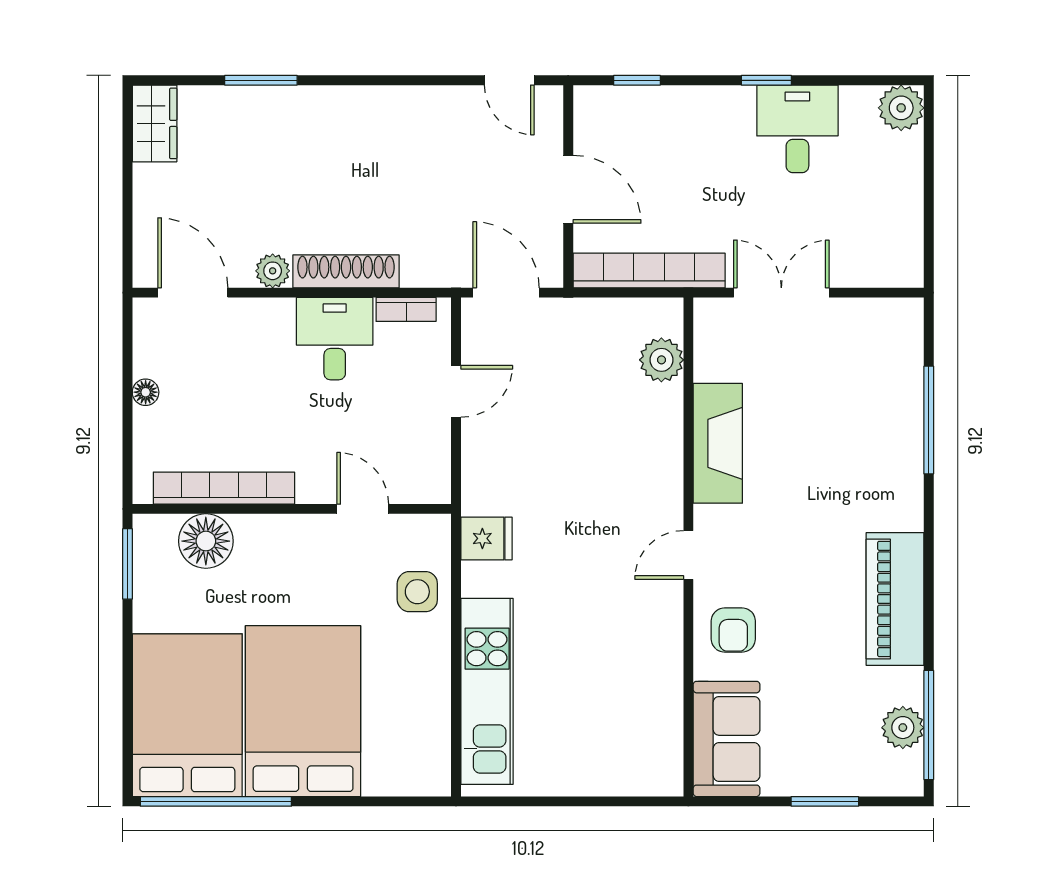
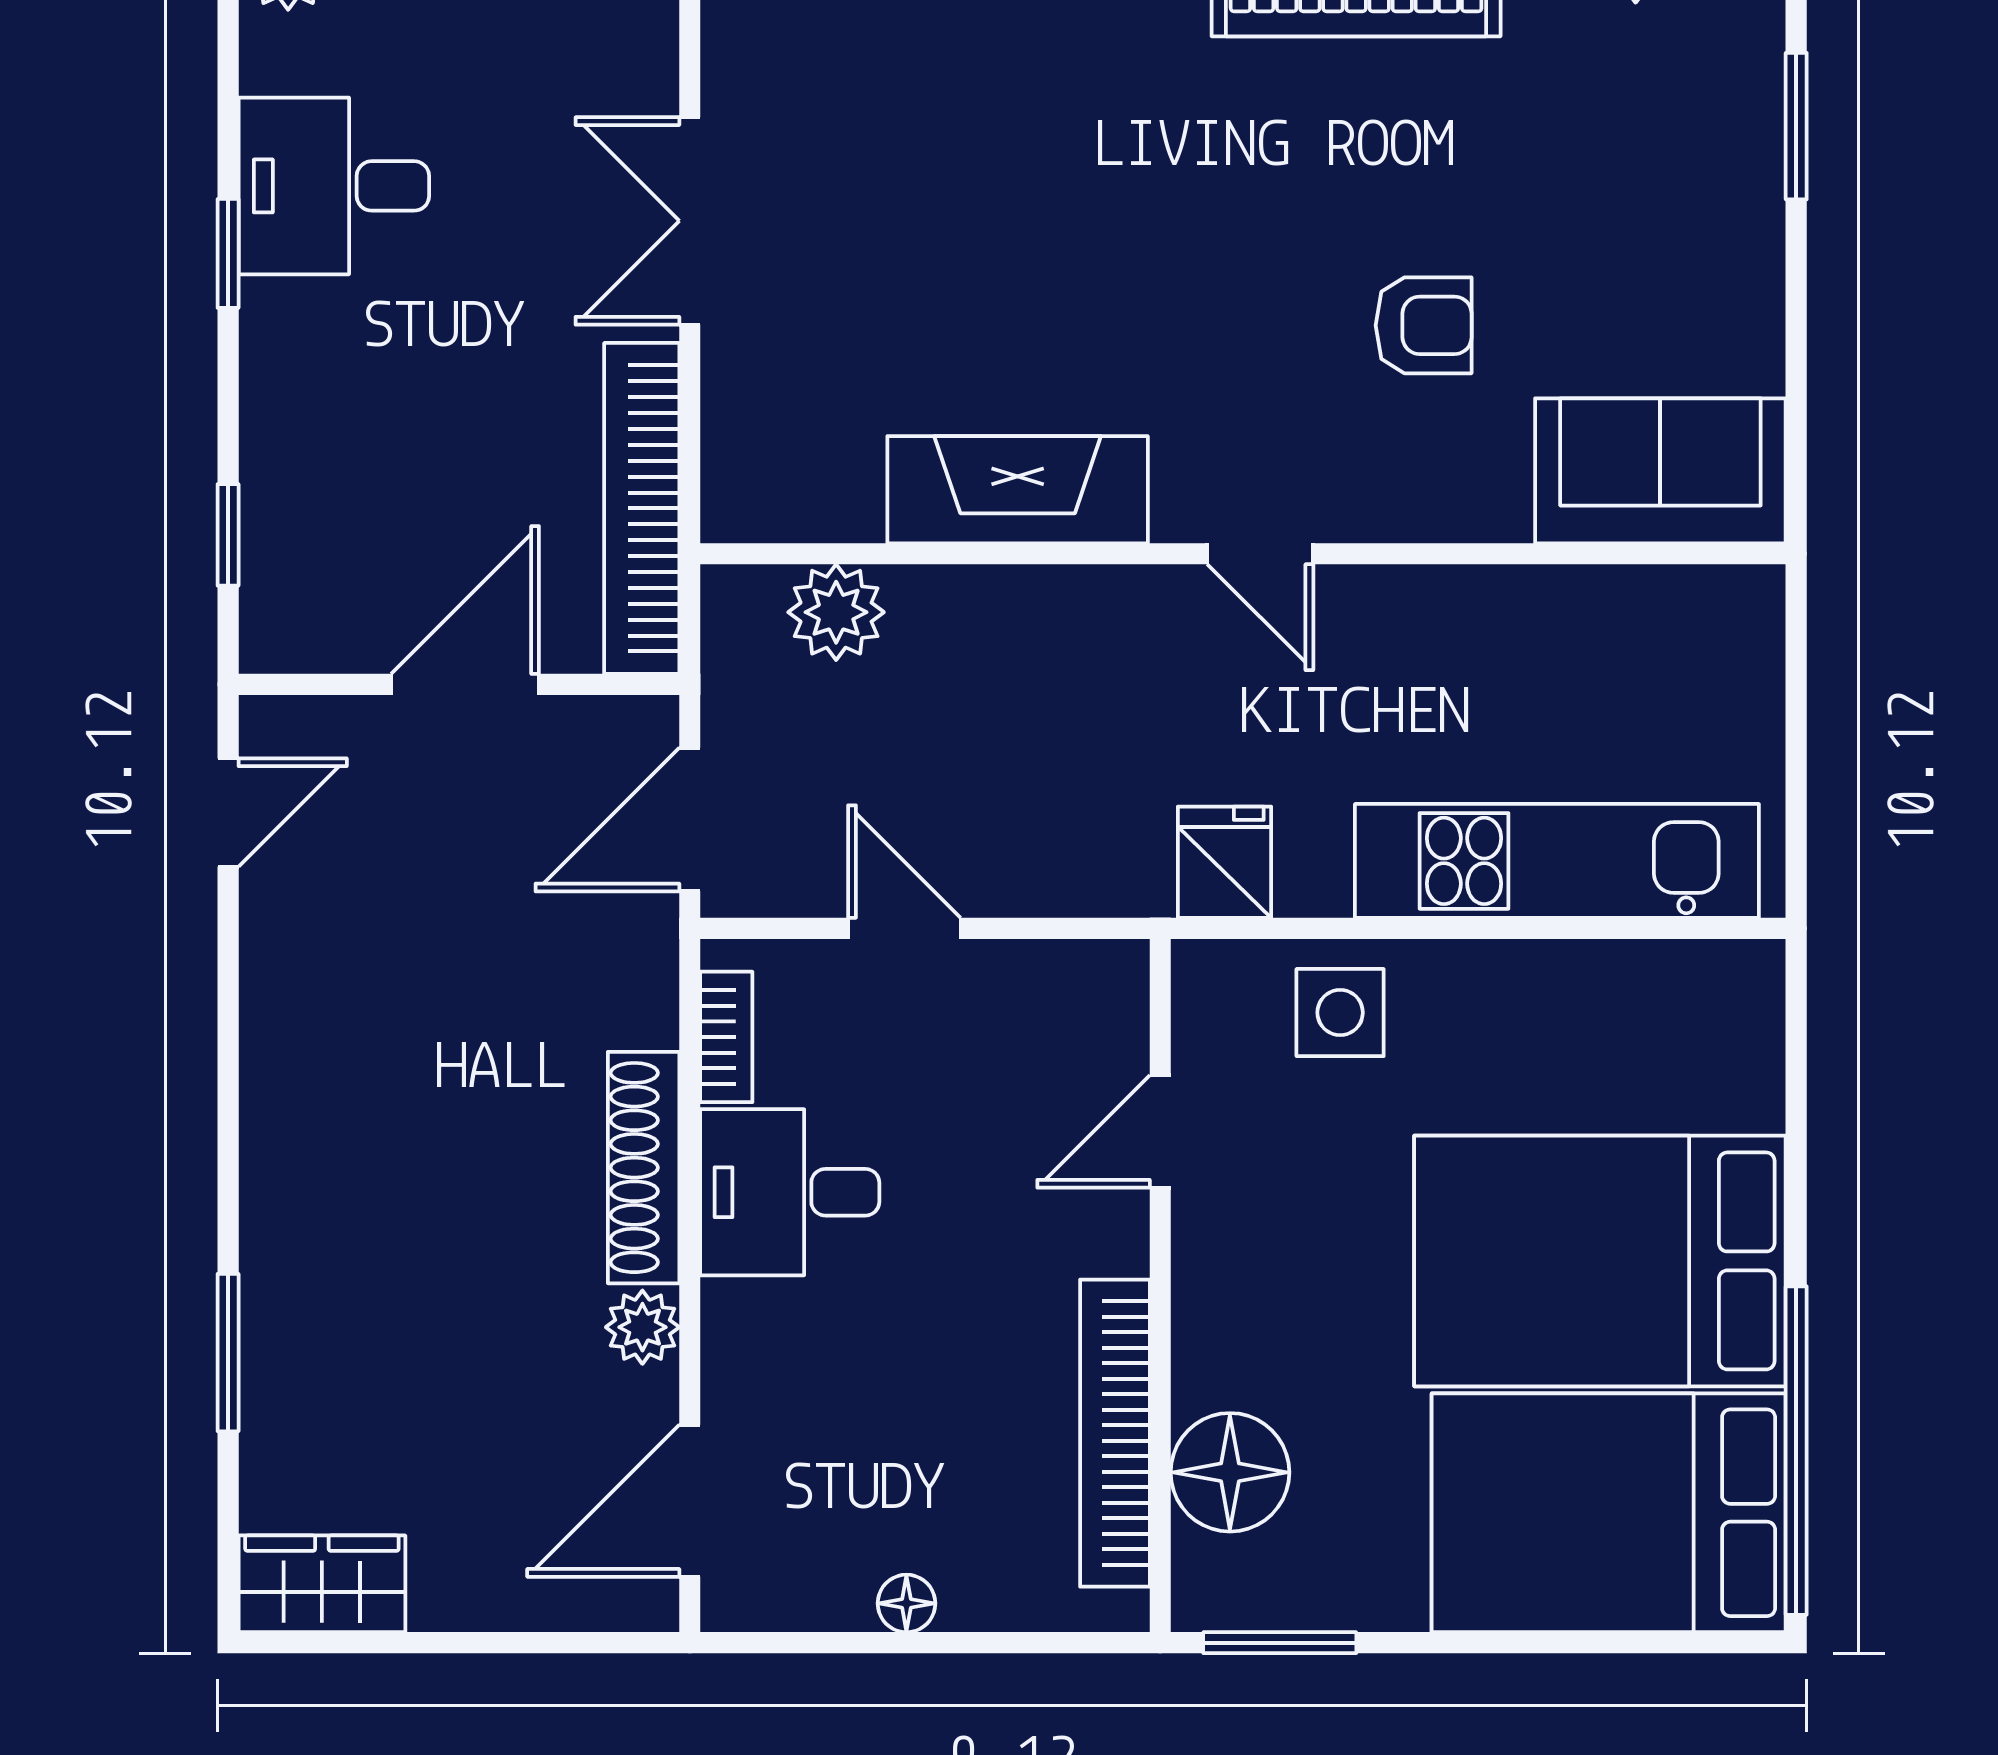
plant: (661, 360) -> (836, 612), moved
fireplace: (718, 443) -> (1018, 490), moved
wall: (688, 547) -> (1243, 554), moved
door: (688, 555) -> (1260, 554), moved
sofa: (727, 739) -> (1660, 471), moved

